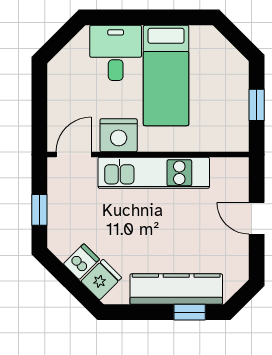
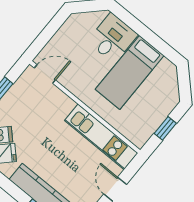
nightstand: (119, 135) -> (78, 84), removed
kitchen unit: (154, 173) -> (101, 137), moved

